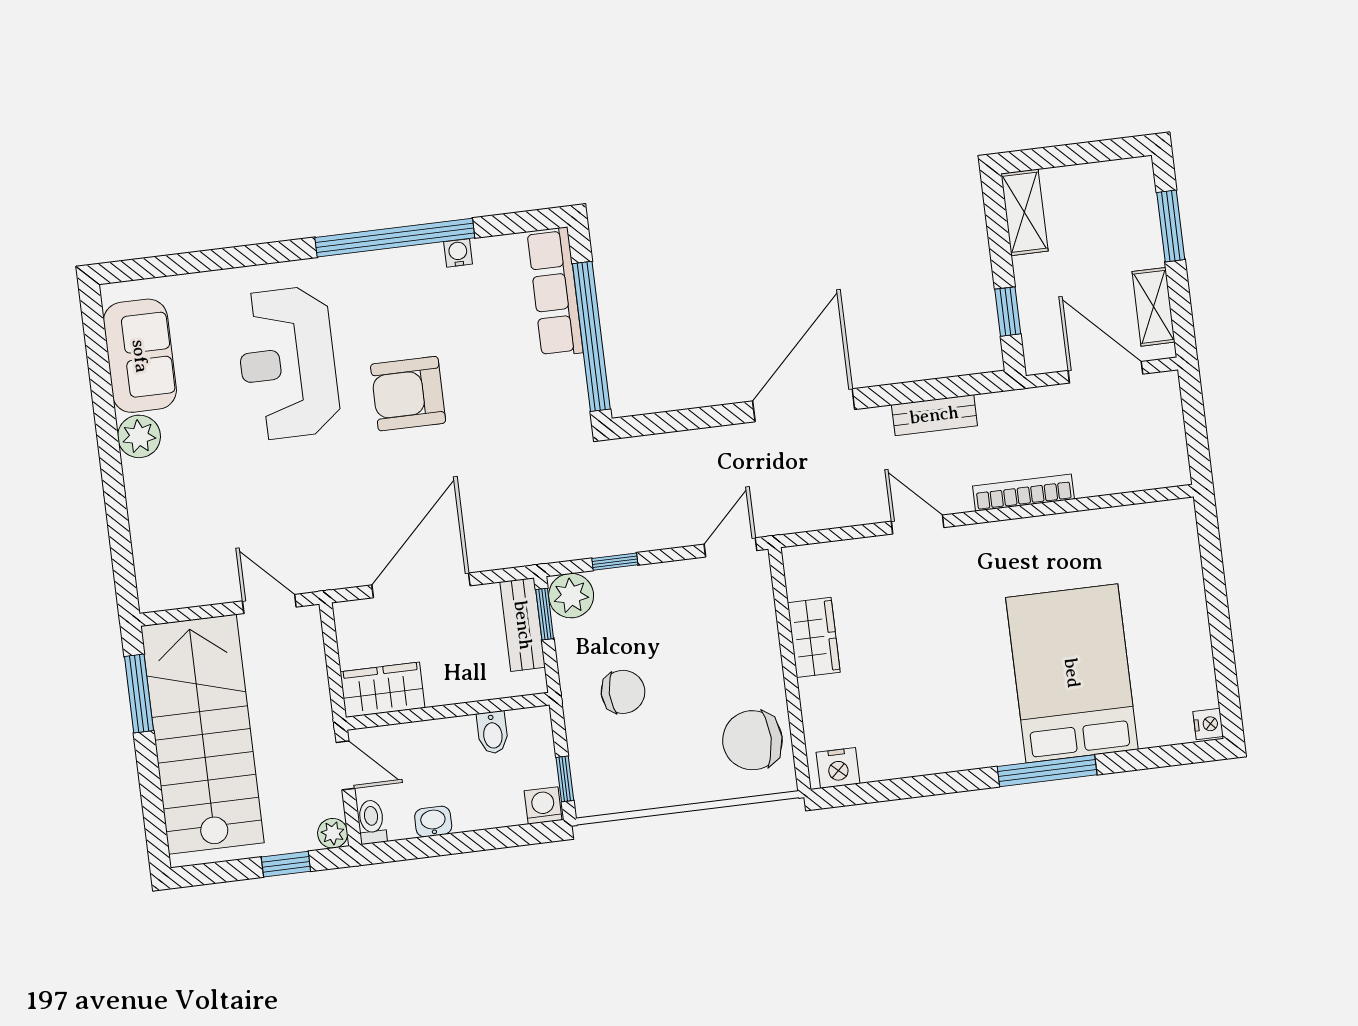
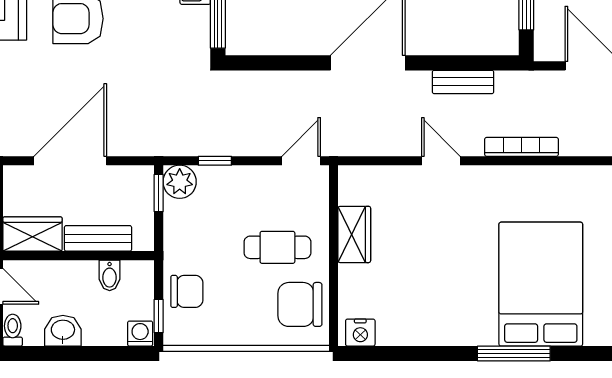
bench: (523, 625) -> (98, 238), moved, turned 90
cafe table: (713, 667) -> (277, 247), added
chair: (623, 692) -> (187, 291), moved
washbasin: (433, 822) -> (63, 331), width x1.38, depth x1.45

